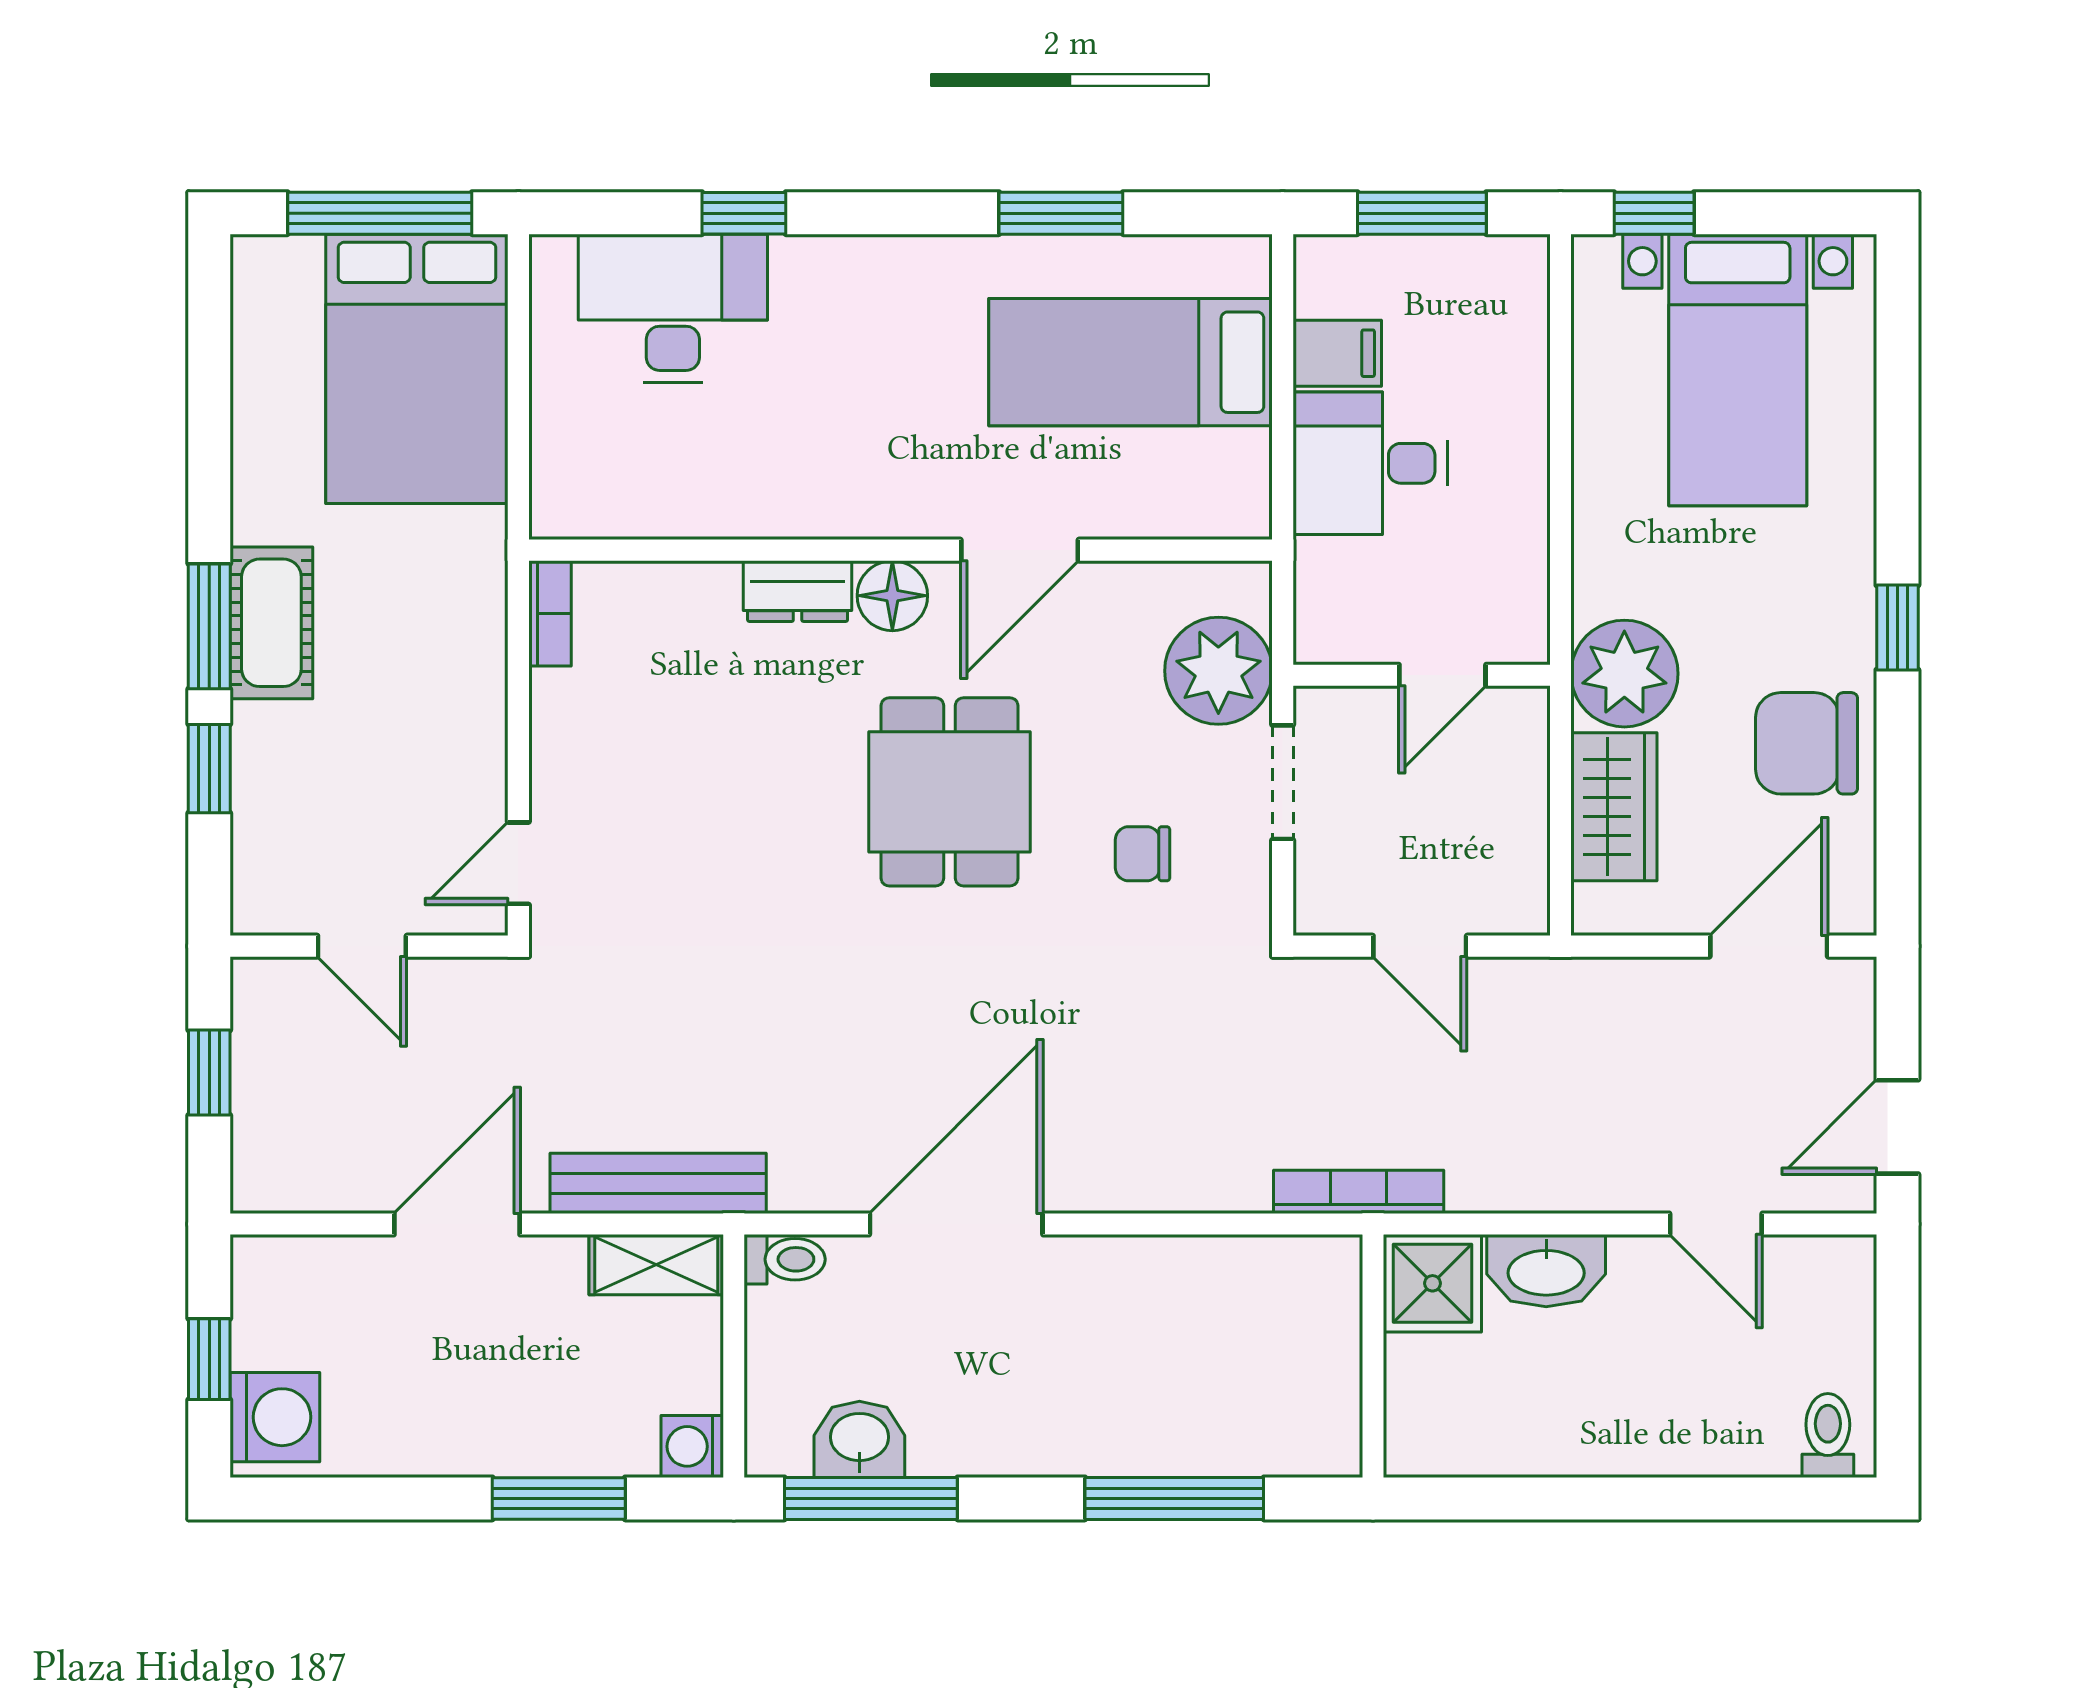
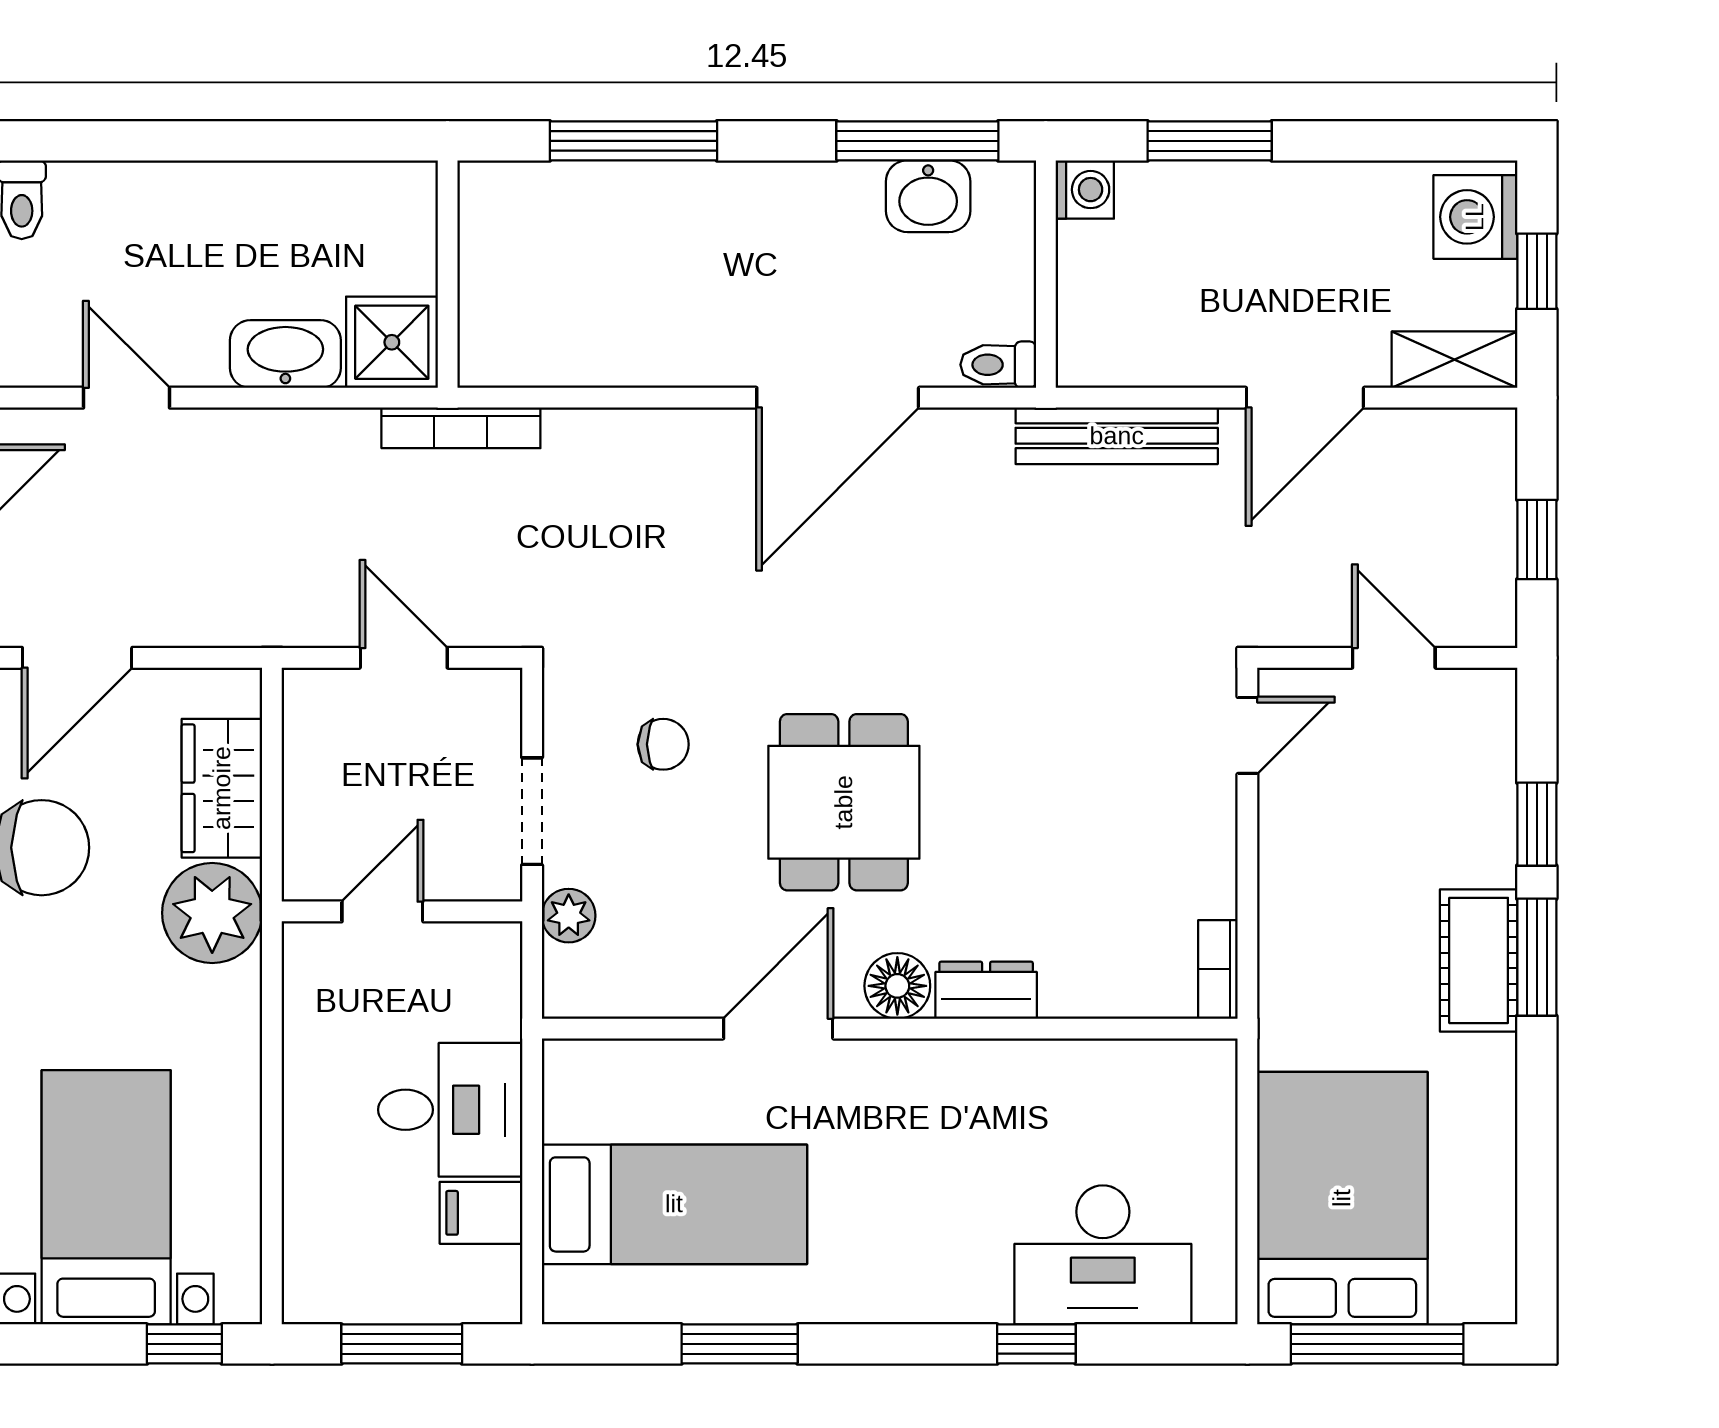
plant: (1218, 671) -> (569, 916), width x0.53, depth x0.53
shelving: (656, 1265) -> (1454, 360), moved

